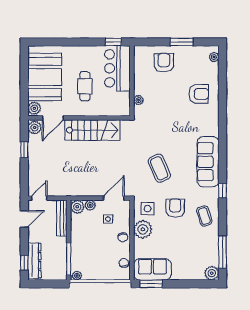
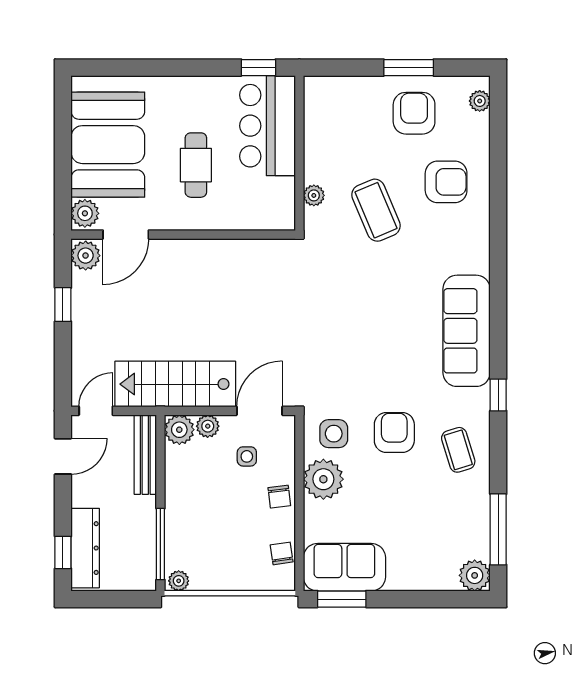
armchair: (164, 63) -> (414, 113), moved
stairs: (92, 130) -> (175, 384), moved, turned 180
coffee table: (159, 168) -> (376, 210), moved

